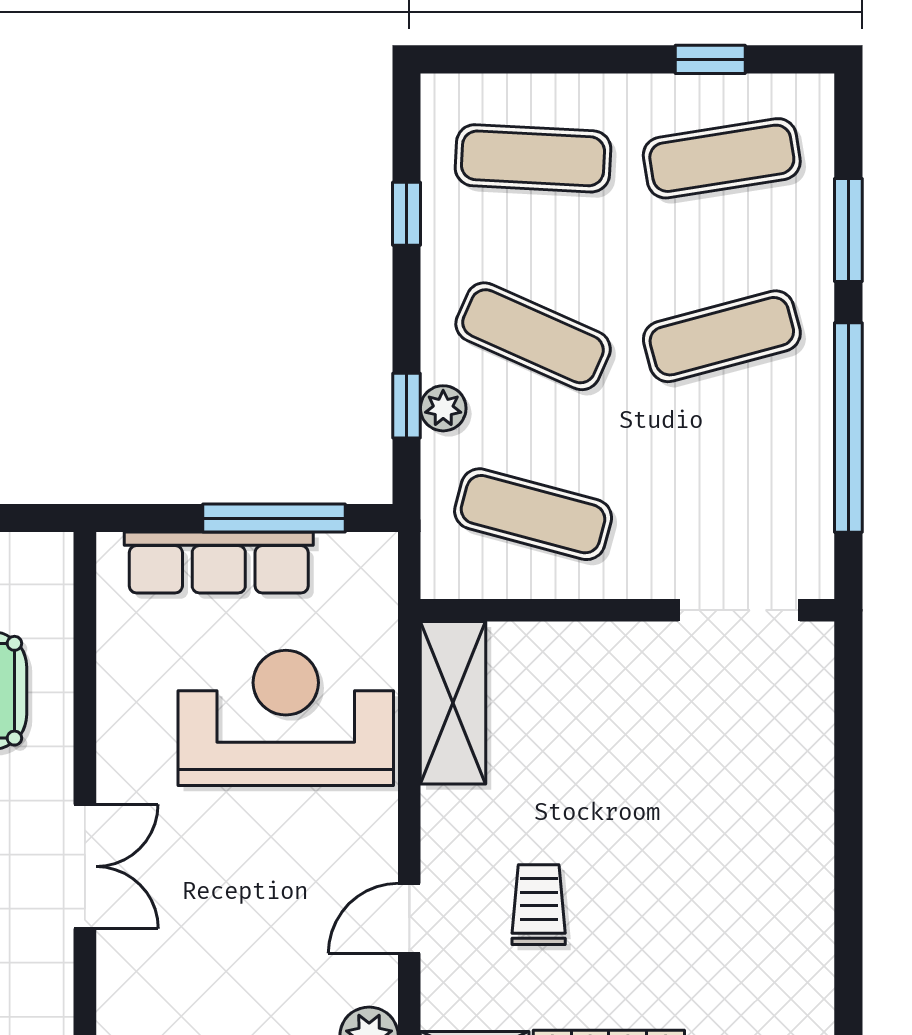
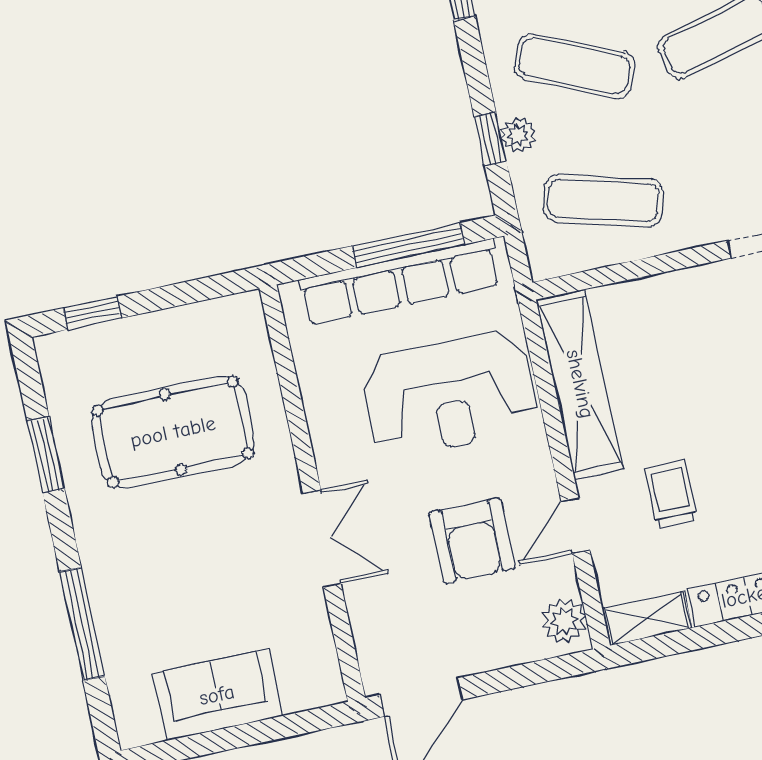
row of seats: (219, 563) -> (400, 282), width x1.36
shelving: (453, 703) -> (580, 384), width x1.47
reception desk: (286, 718) -> (450, 394), turned 180
armchair: (274, 910) -> (472, 541), added

